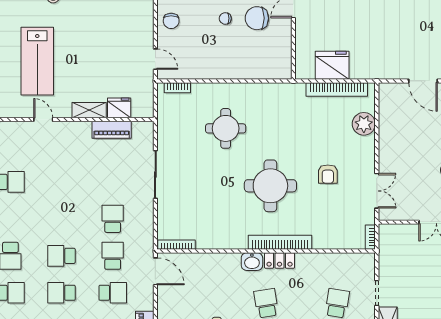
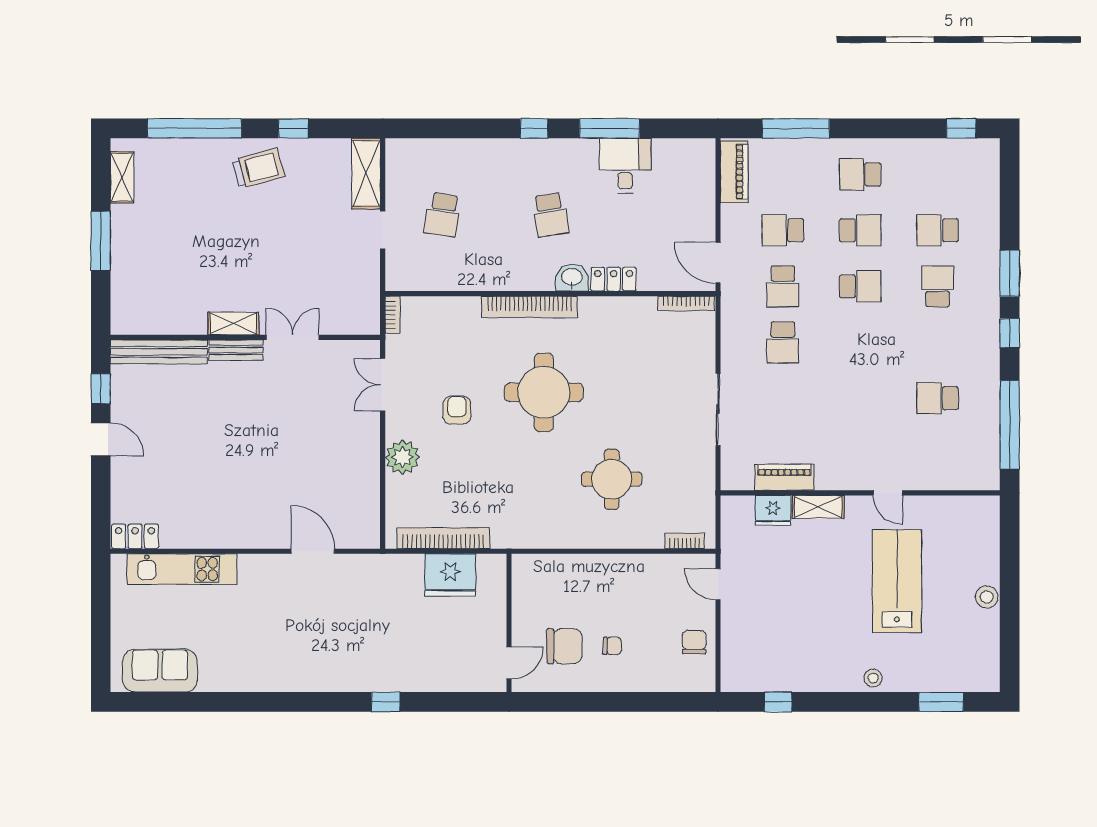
plant: (364, 124) -> (402, 457), moved
locker: (280, 261) -> (614, 279), moved

